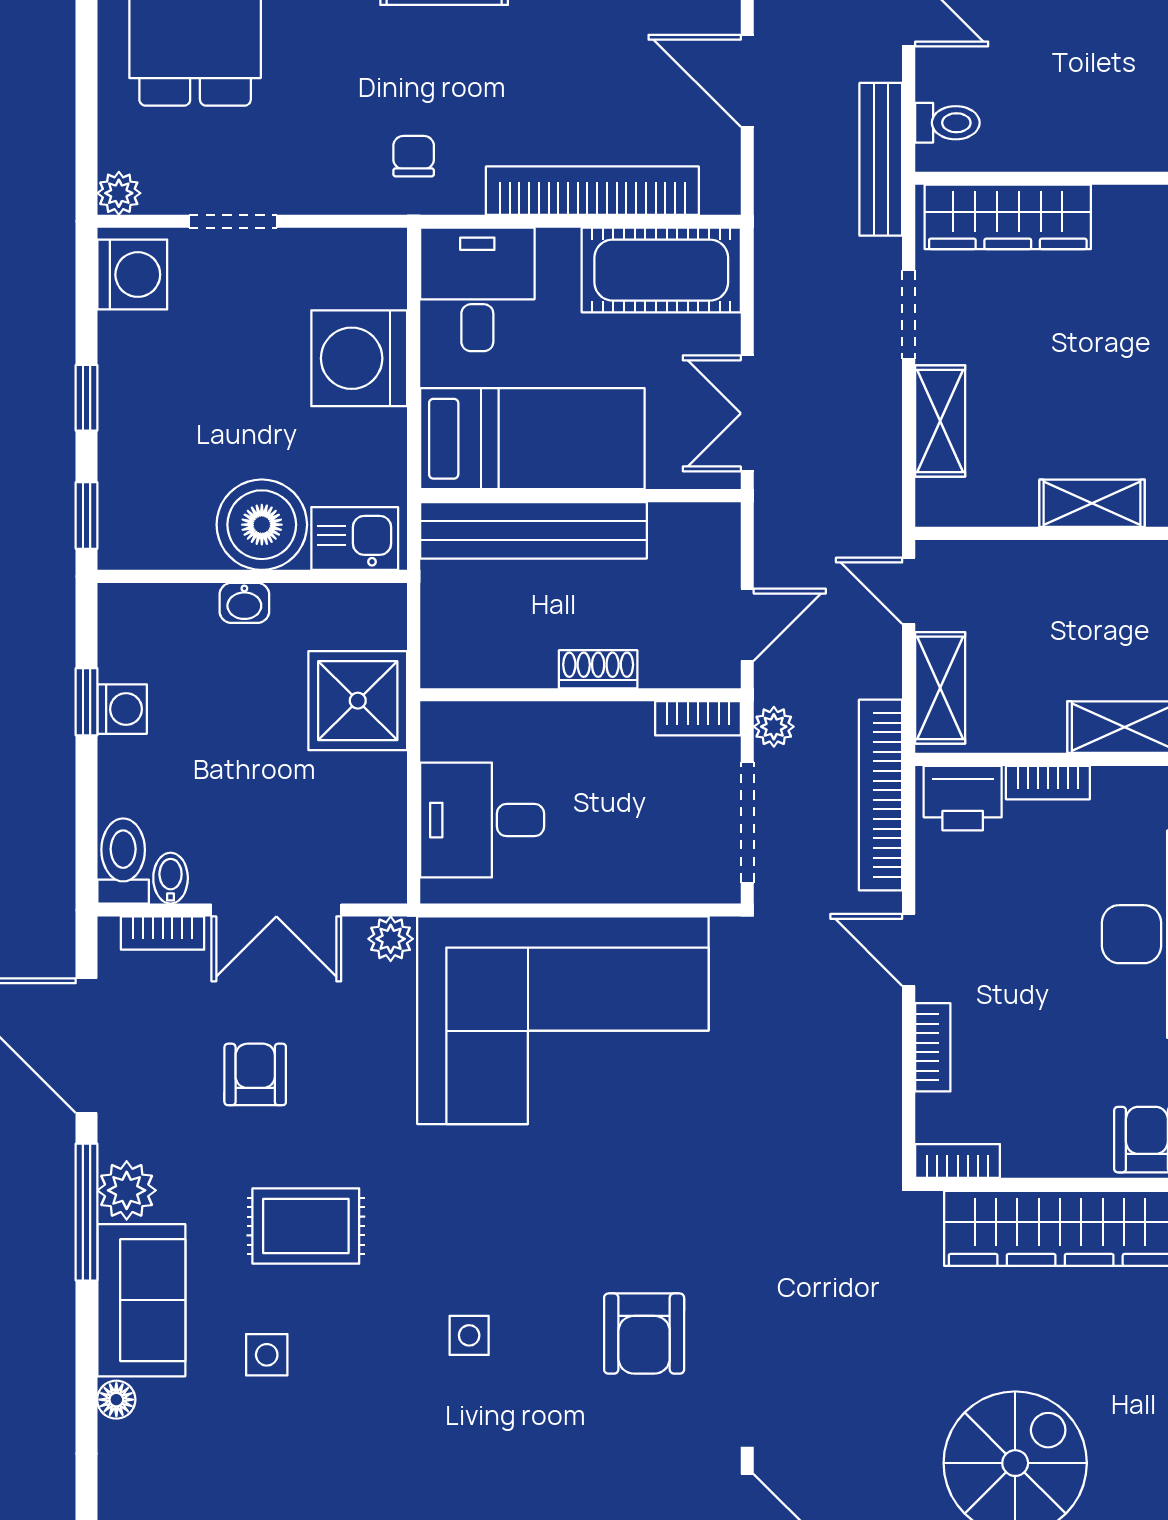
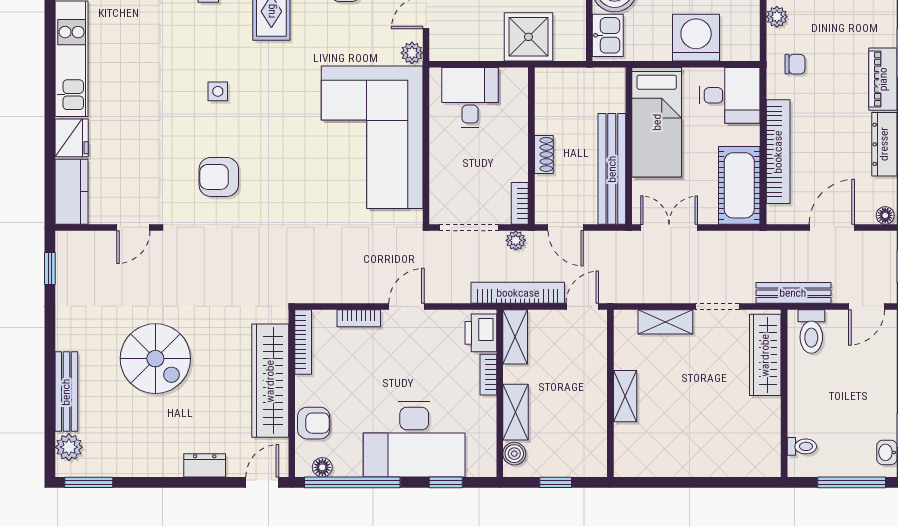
toilet: (947, 123) -> (811, 331), width x1.37, depth x1.39
plant: (317, 193) -> (777, 17), added
bench: (533, 530) -> (612, 169), moved
shelving: (940, 688) -> (515, 337), moved, turned 90
bookcase: (881, 795) -> (518, 293), moved
bookcase: (958, 1161) -> (303, 342), width x1.56

